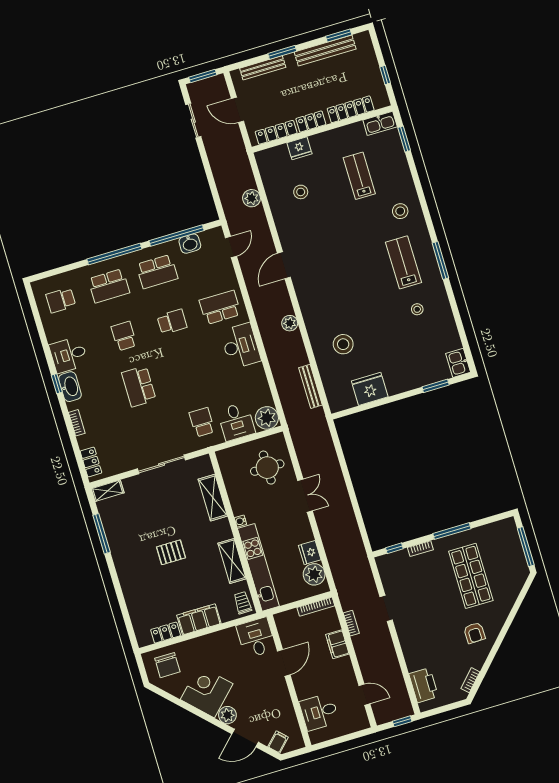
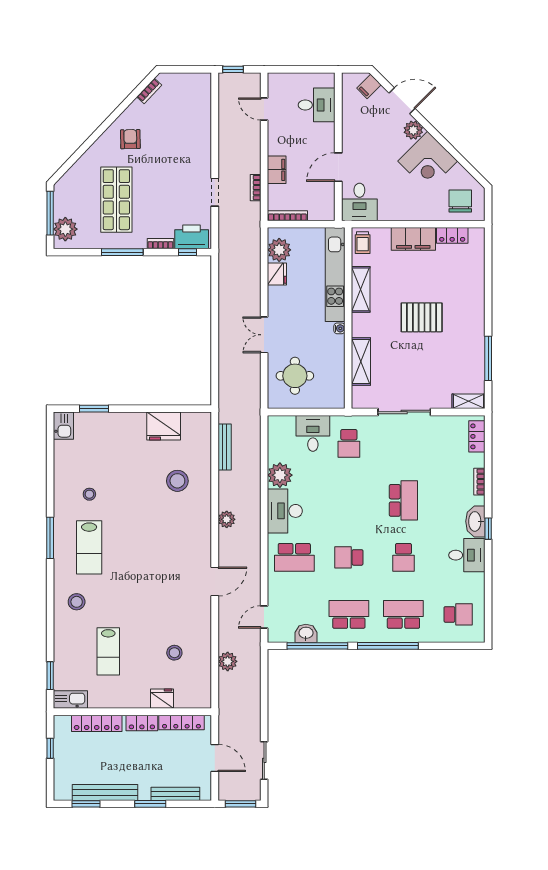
plant: (267, 418) -> (280, 475), moved
plant: (508, 536) -> (65, 229), added
pallet: (171, 552) -> (422, 317), width x1.50, depth x1.42
printer: (424, 685) -> (192, 237), moved, turned 90

